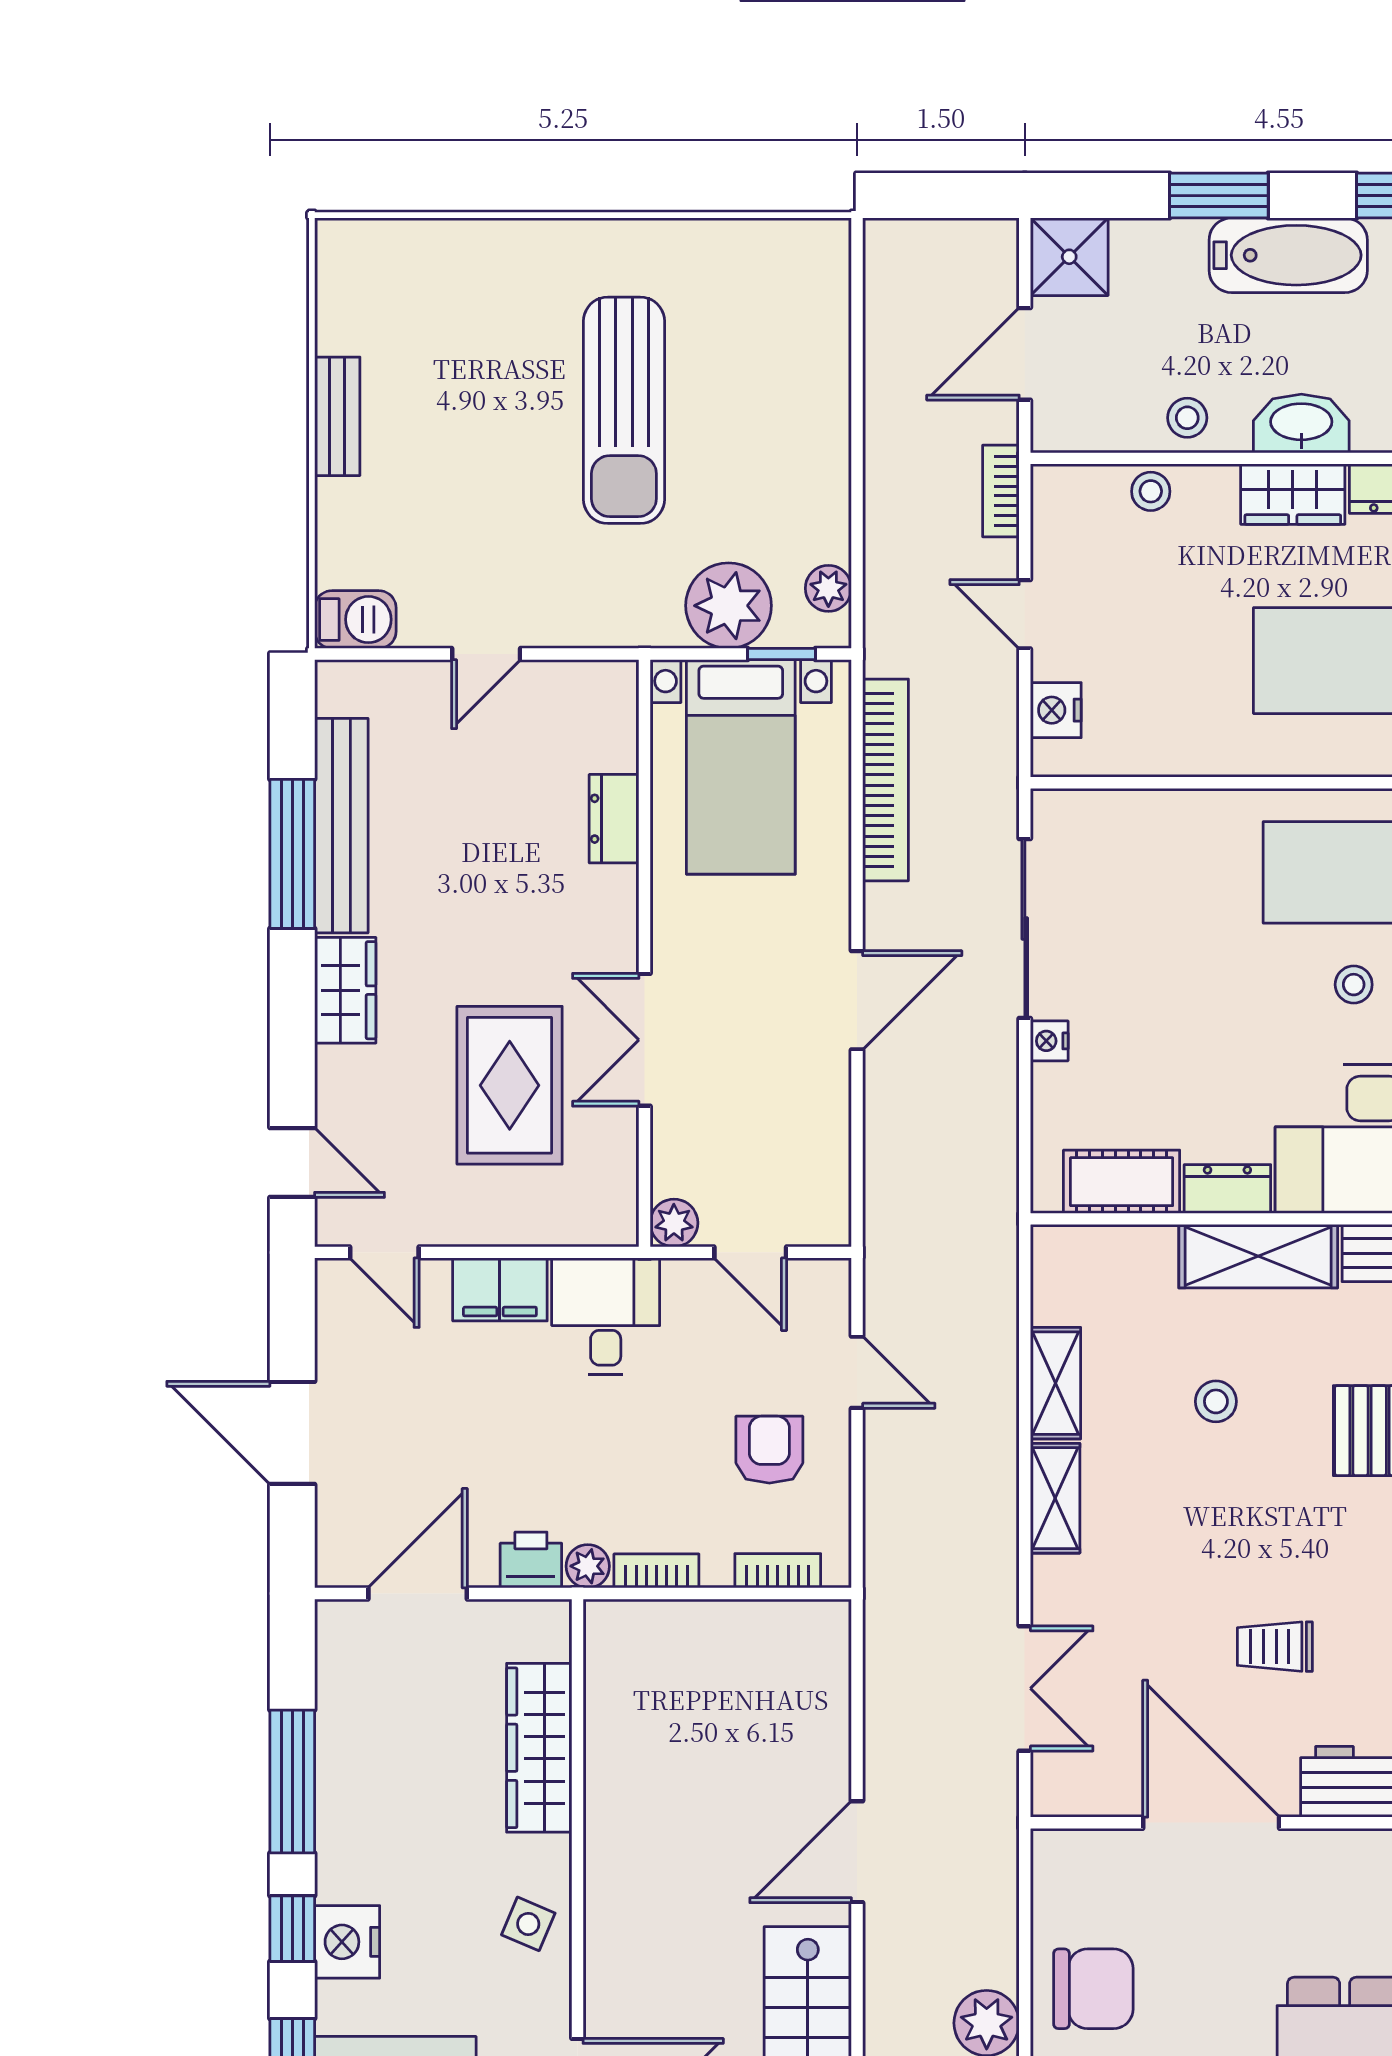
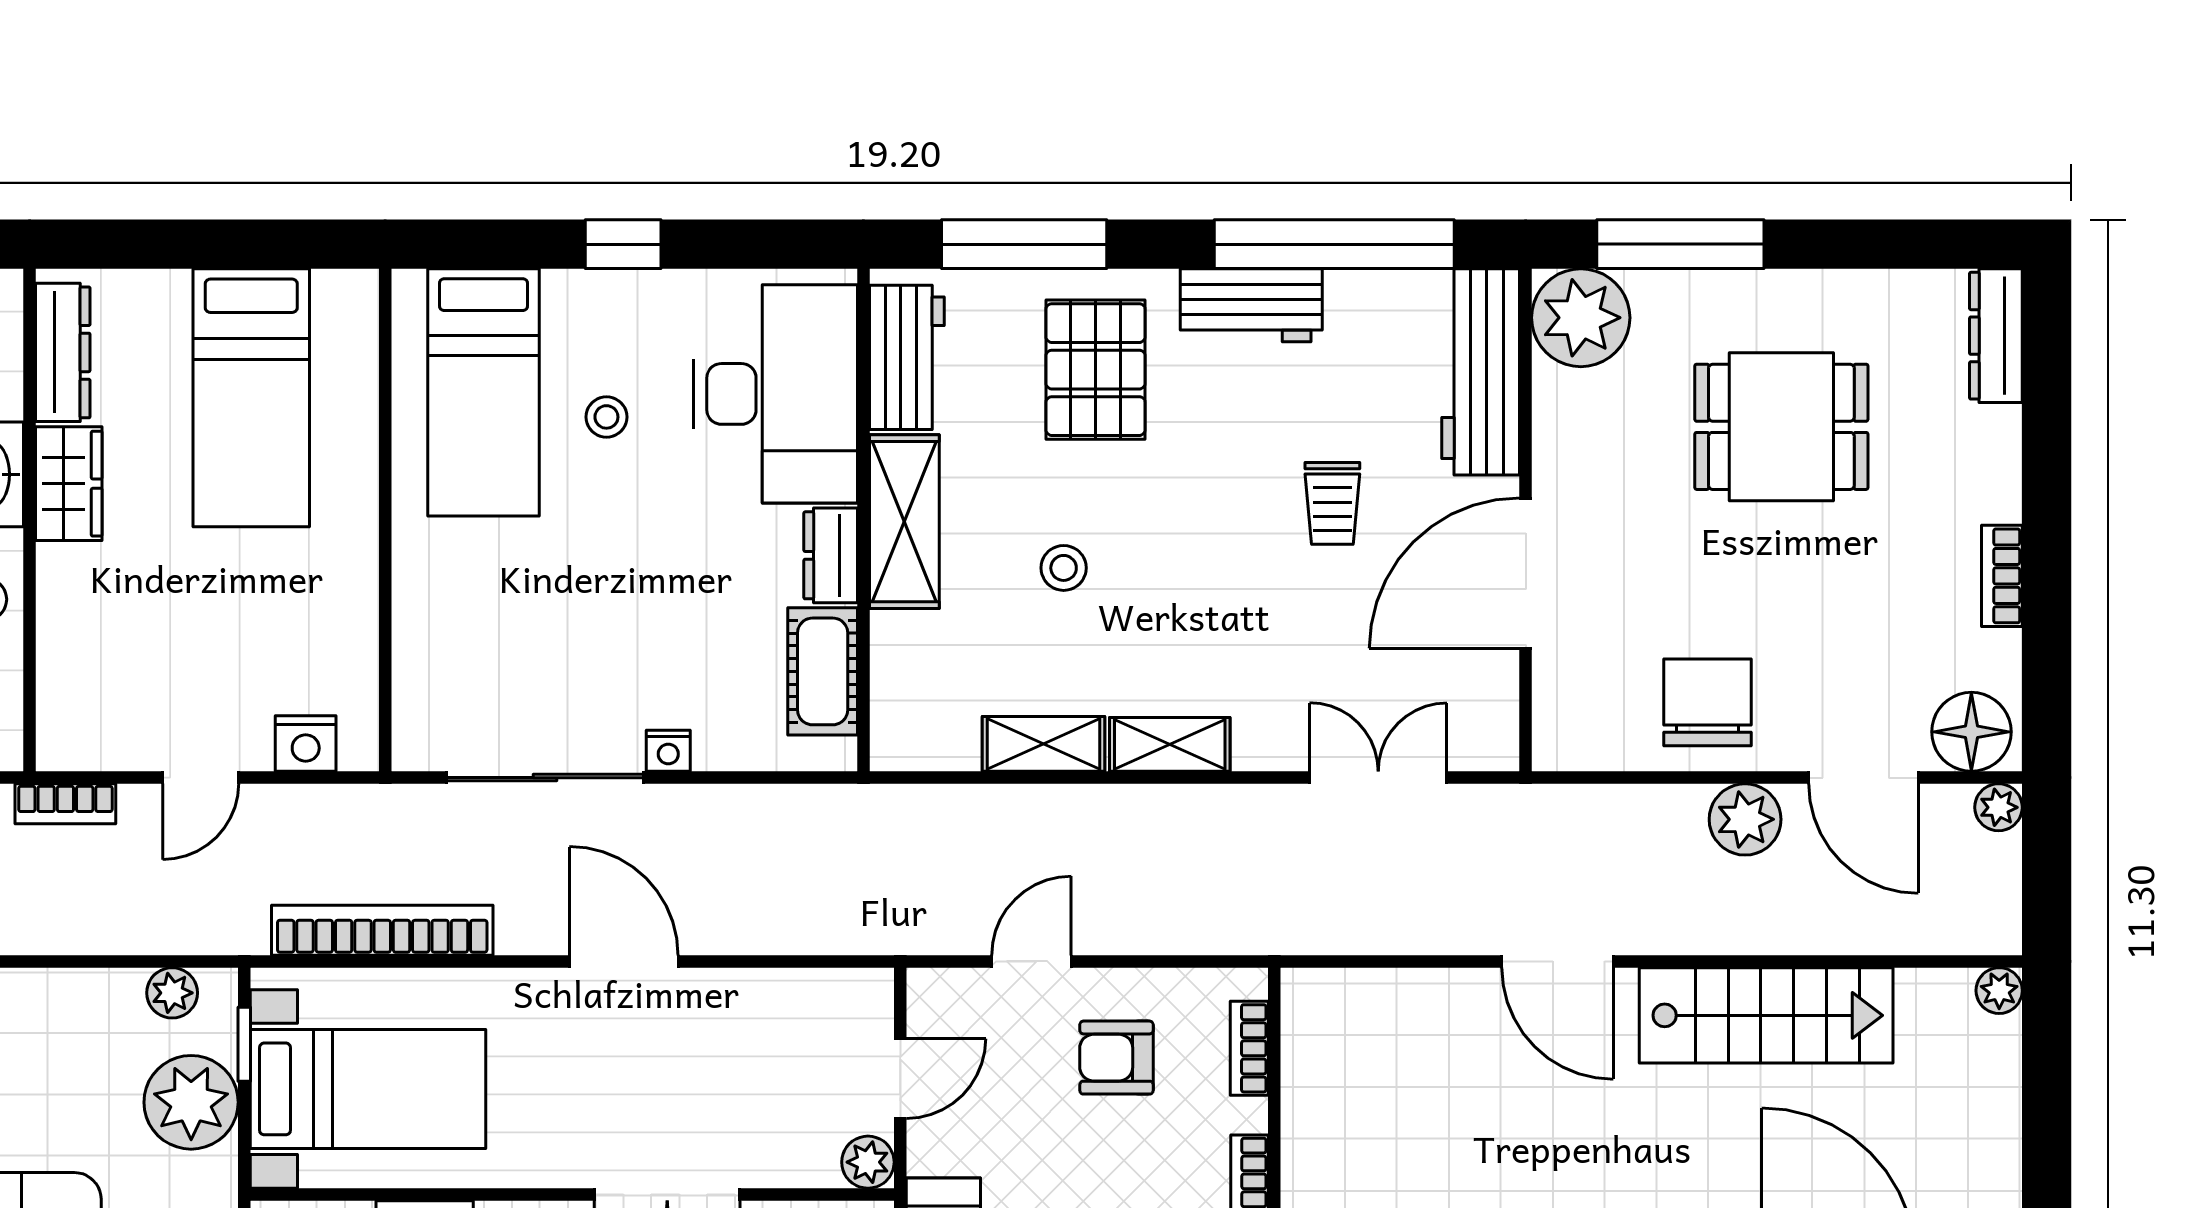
stool: (1151, 491) -> (66, 639), removed

